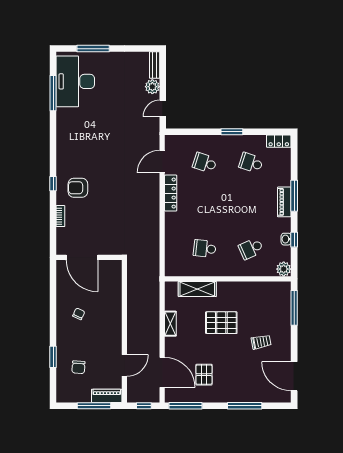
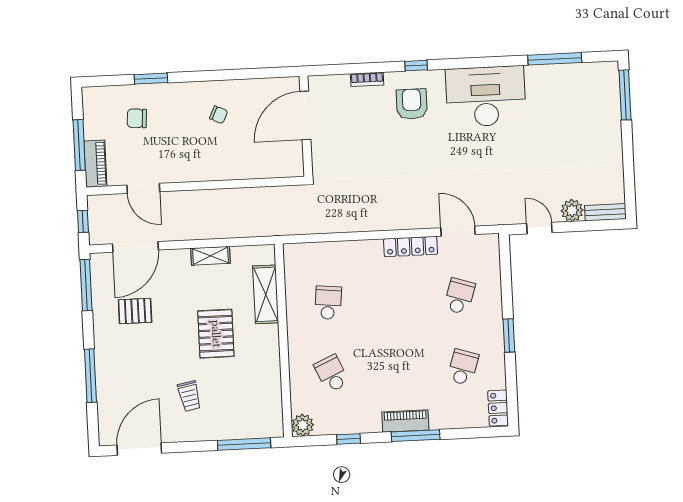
window: (93, 49) -> (625, 95), moved
desk: (75, 81) -> (486, 96), moved
washbasin: (286, 239) -> (349, 427), removed

